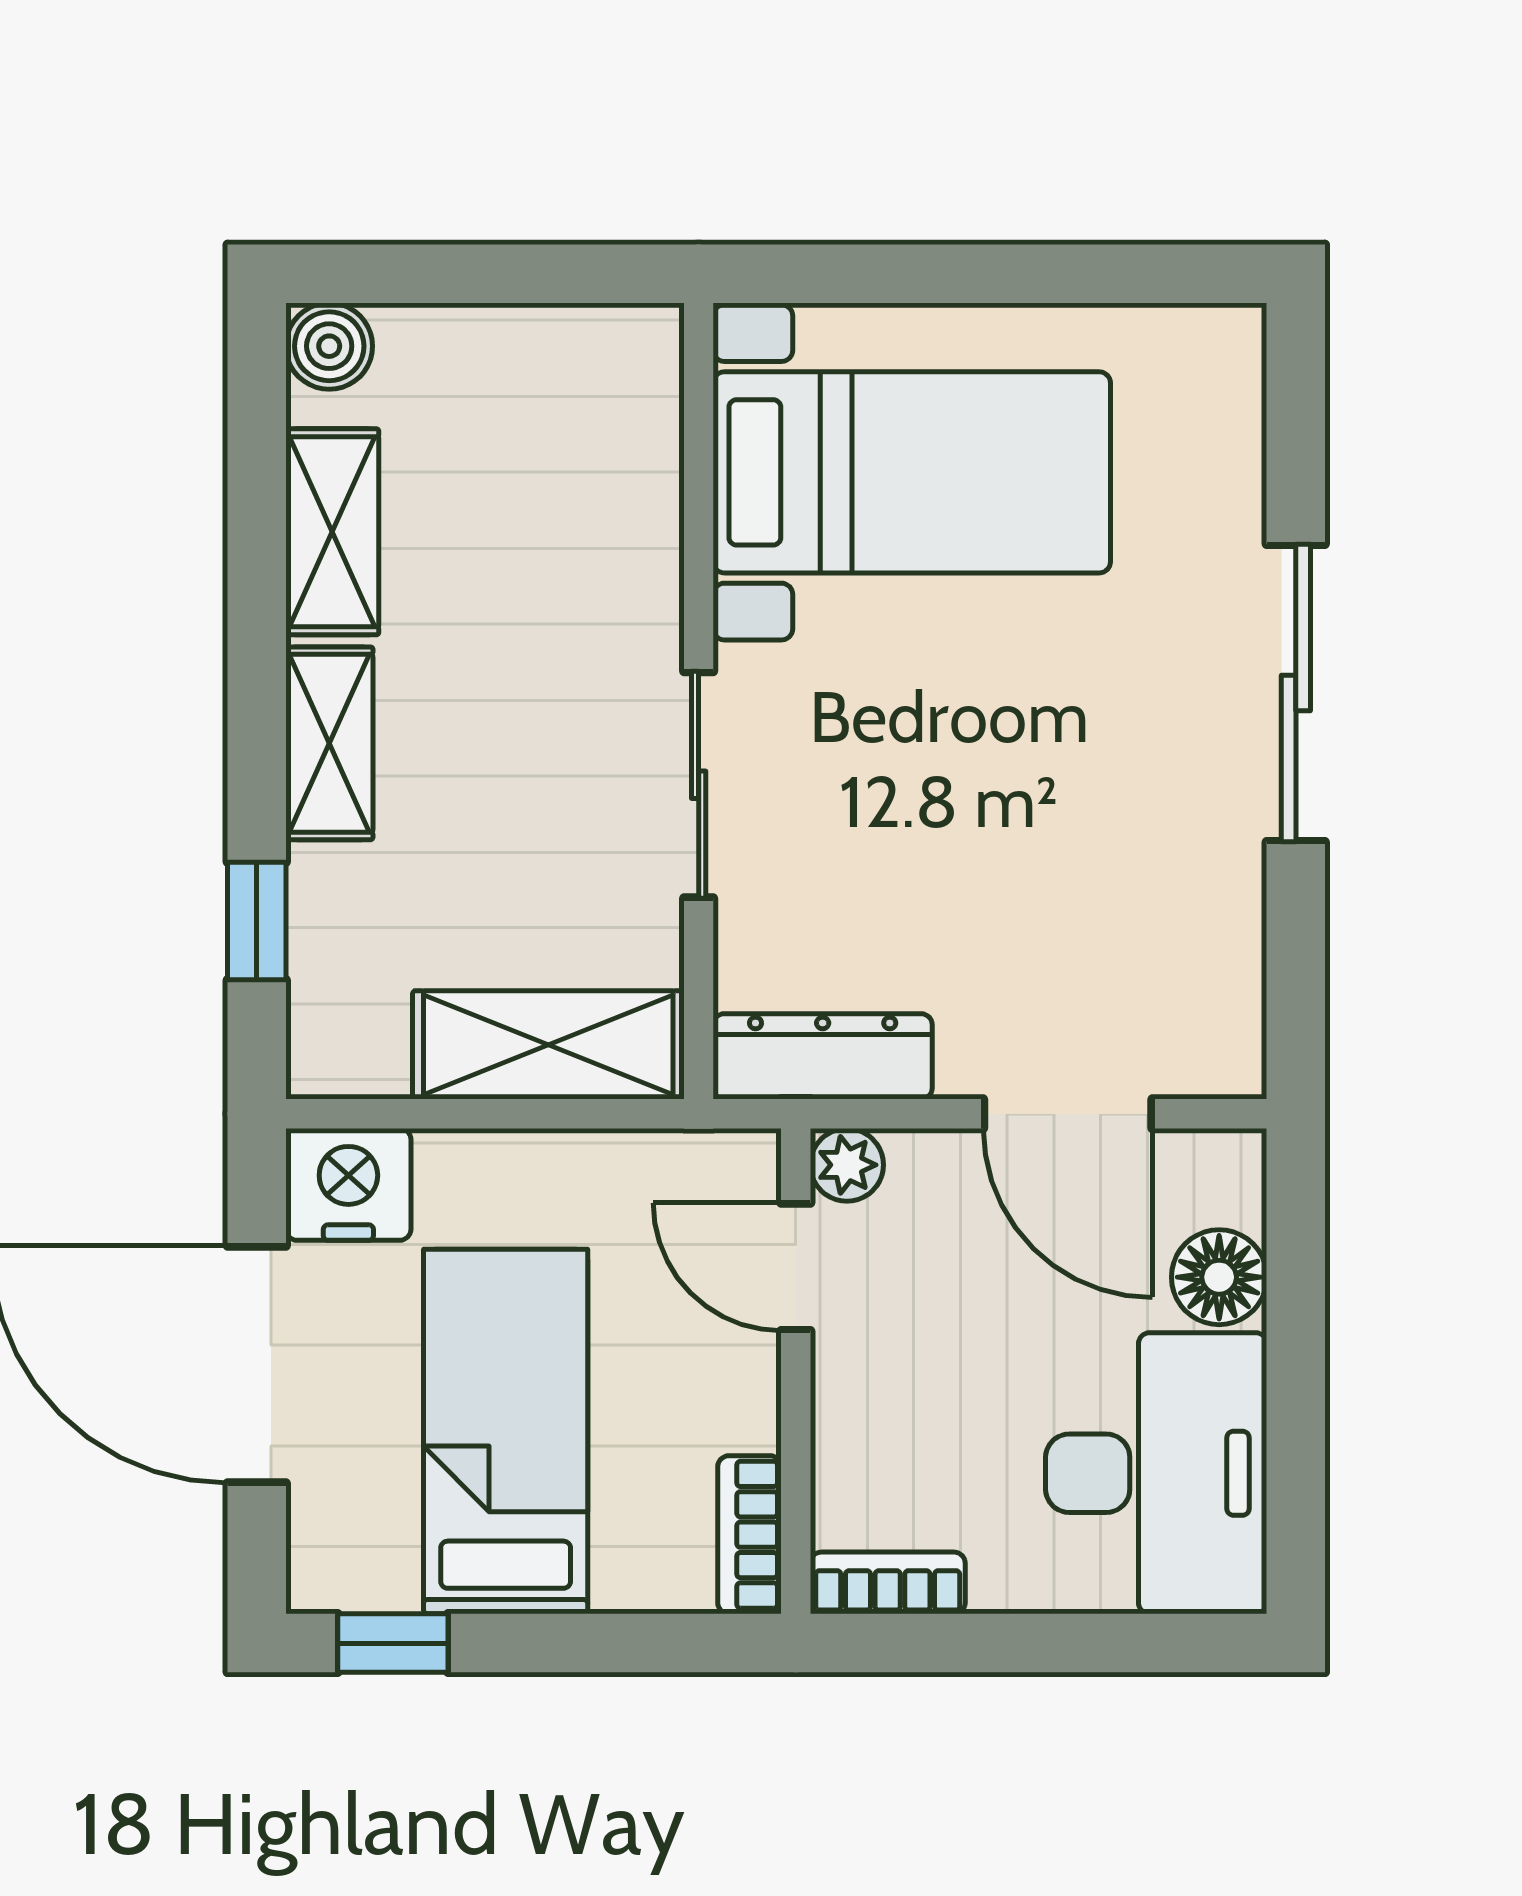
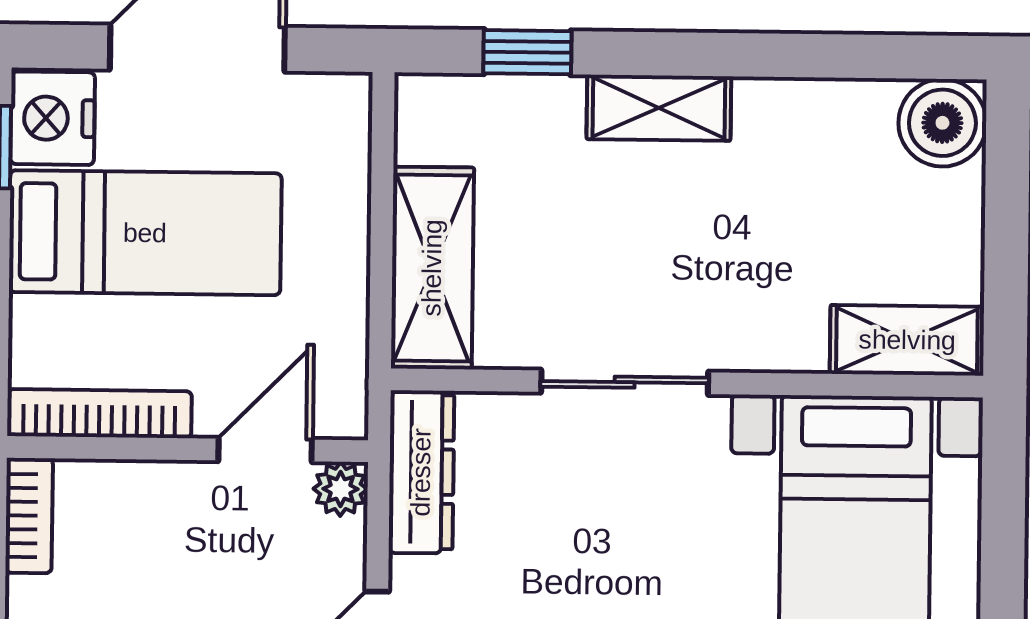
boiler: (329, 346) -> (942, 123), width x1.36, depth x1.36
shelving: (332, 532) -> (907, 340), moved
nightstand: (348, 1184) -> (53, 118), moved, turned 180
bookcase: (750, 1535) -> (99, 414), width x1.56

